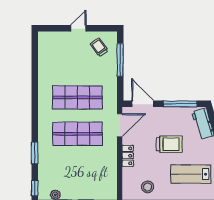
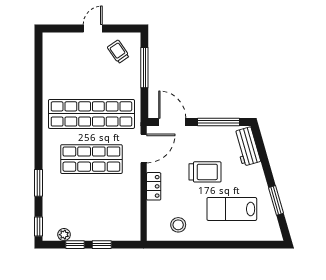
shop shelf: (77, 97) -> (91, 114), width x1.40

